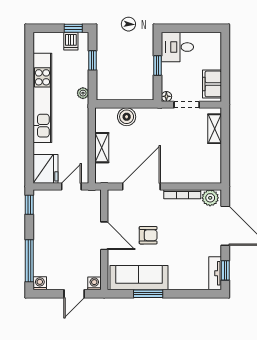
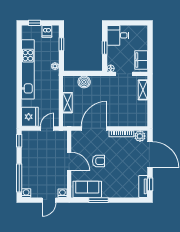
window: (73, 28) -> (35, 23), moved
sofa: (139, 278) -> (87, 189), width x0.73

